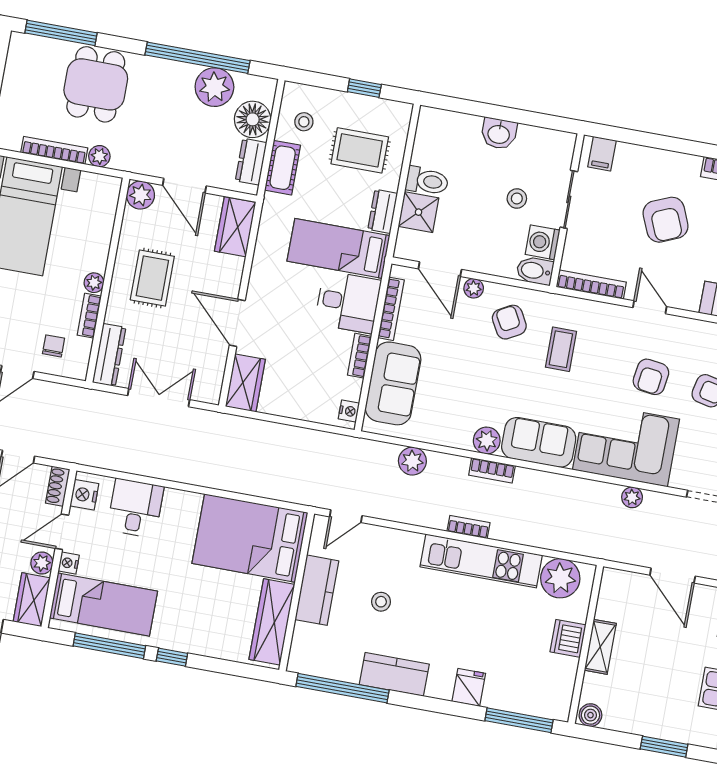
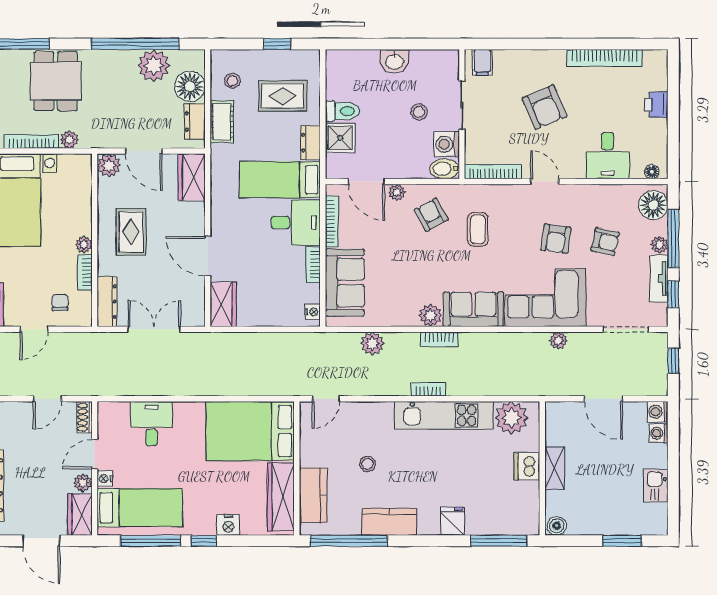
nightstand: (84, 495) -> (228, 525), moved, turned -90
kitchen counter: (317, 590) -> (313, 495), moved

